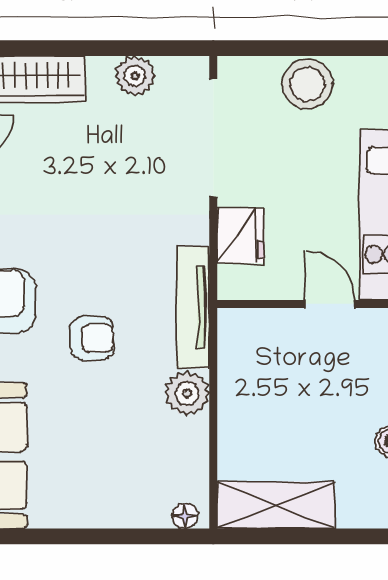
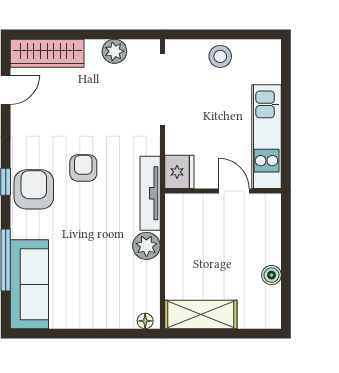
stool: (307, 84) -> (220, 56), width x0.73, depth x0.73
fridge: (241, 236) -> (179, 172), moved
armchair: (92, 338) -> (83, 168), moved, turned -90

